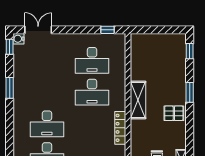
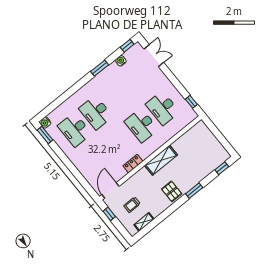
water cooler: (19, 39) -> (121, 61), moved
locker: (120, 128) -> (133, 164), width x0.66

